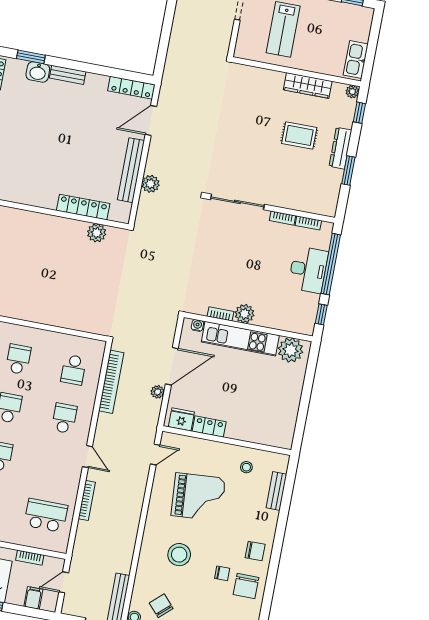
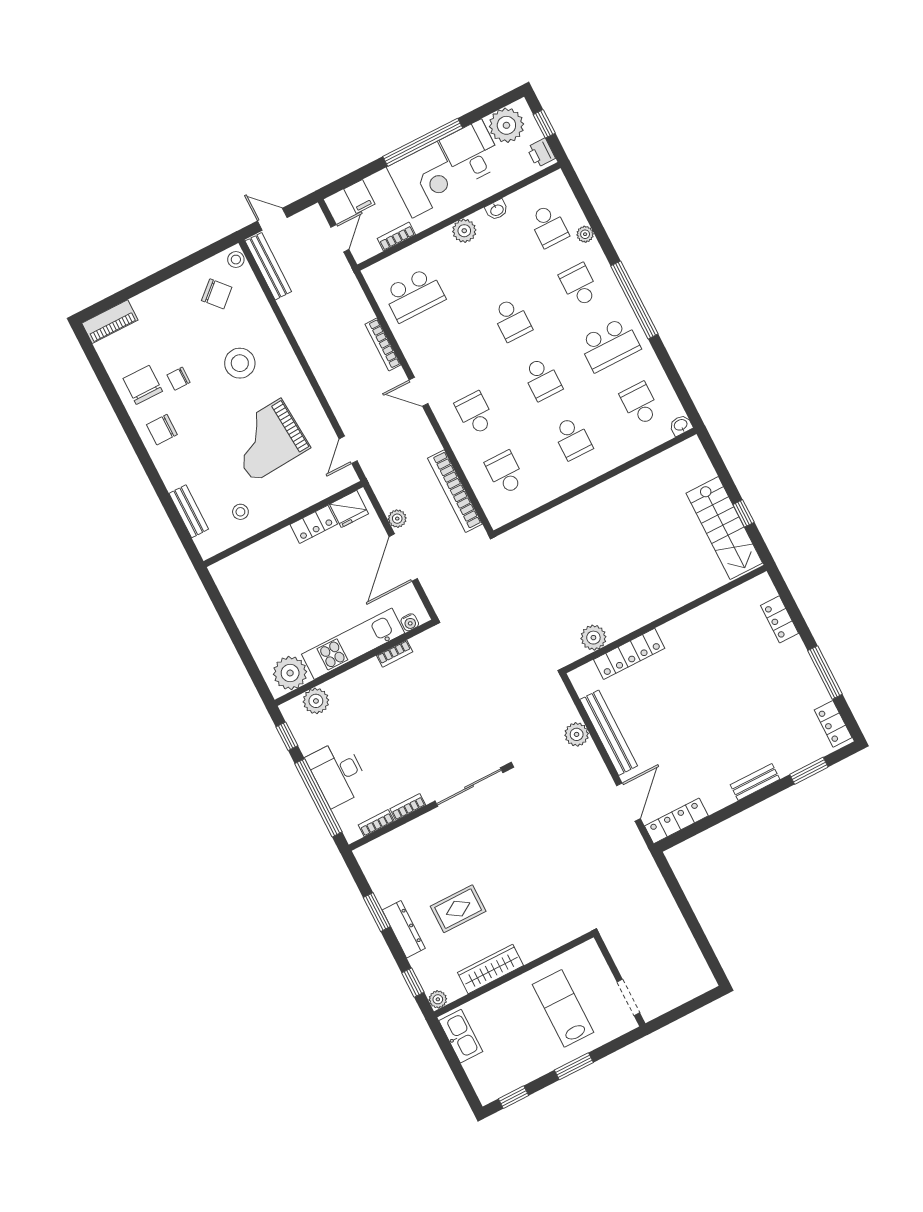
washbasin: (38, 72) -> (789, 760), removed
plant: (245, 314) -> (316, 701), moved
school desk: (64, 418) -> (475, 413), turned 180

